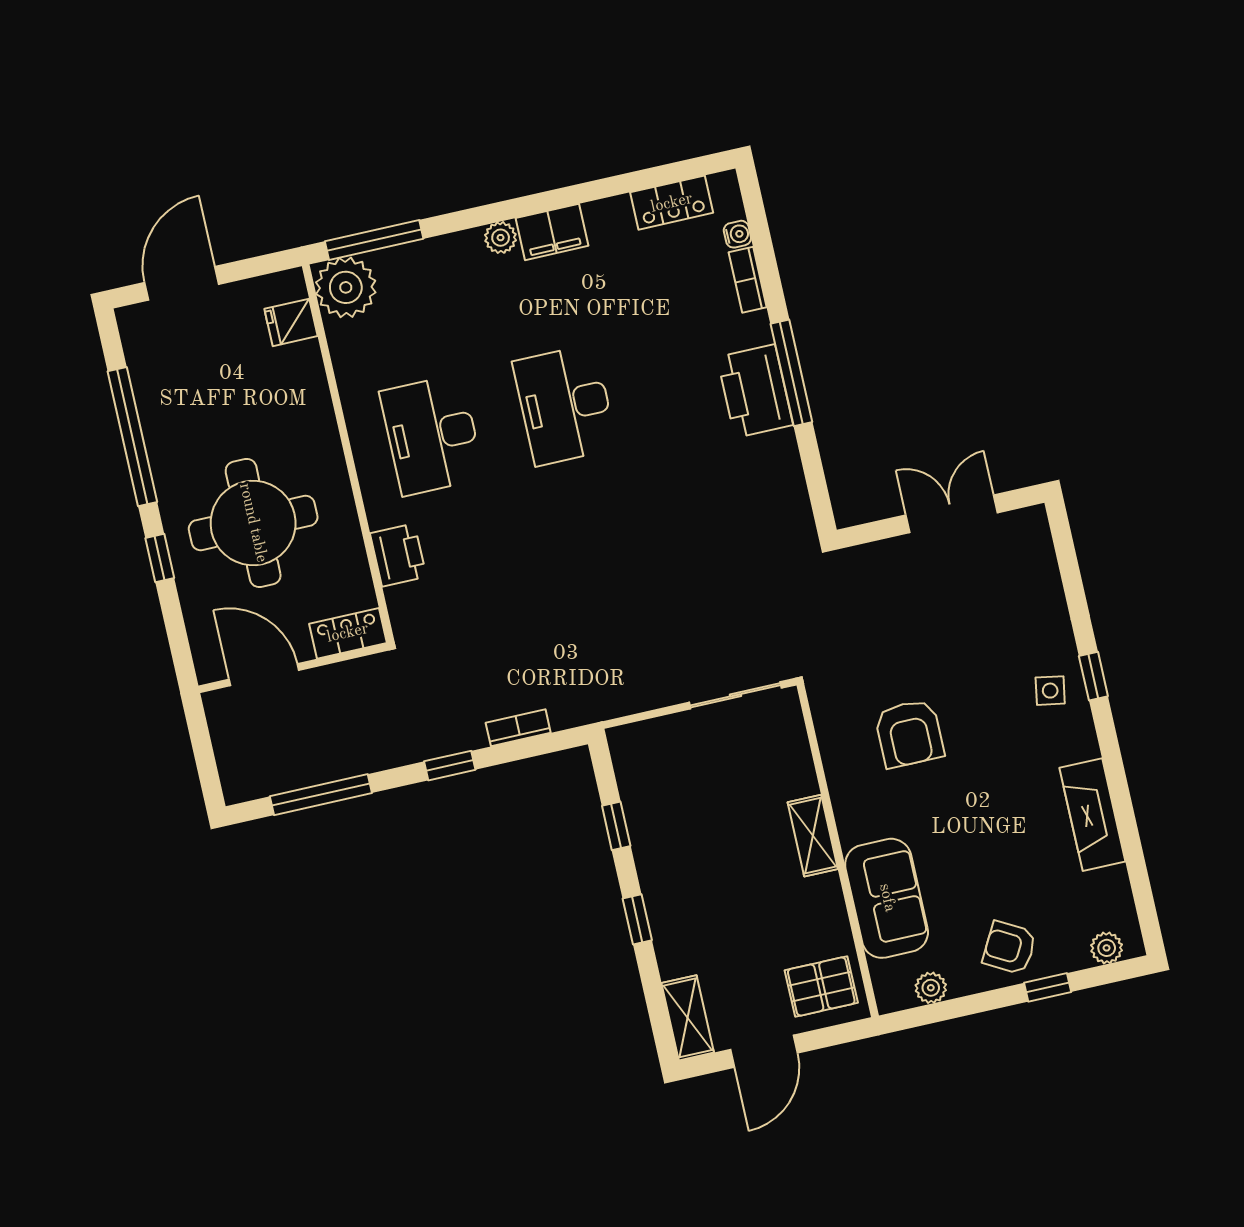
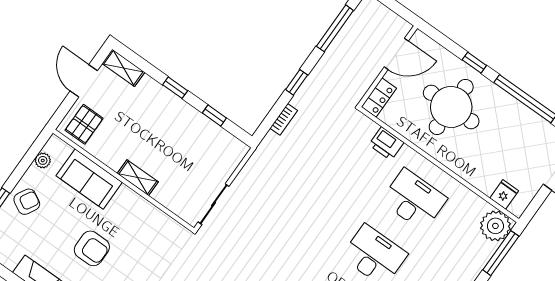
armchair: (909, 733) -> (92, 248), moved, turned 180

